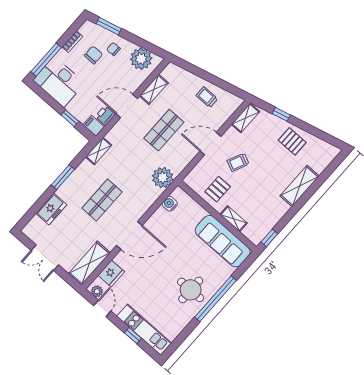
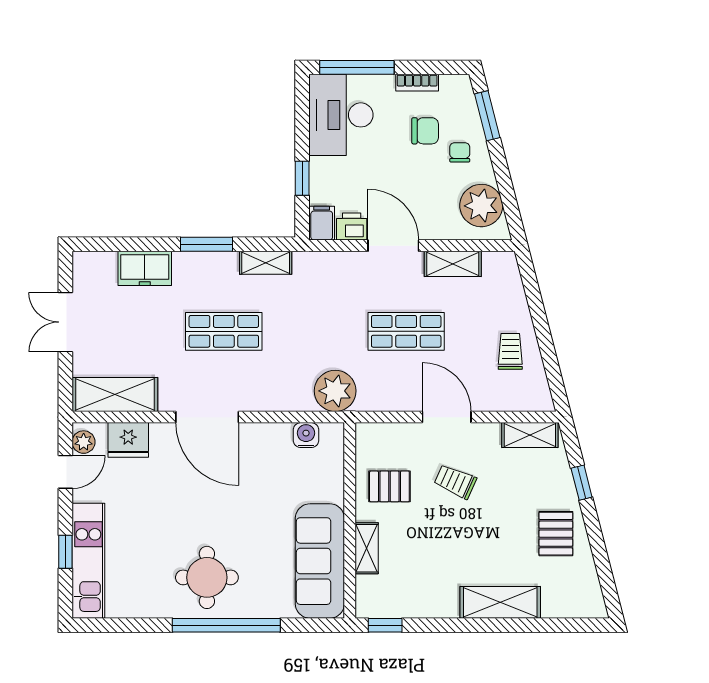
shelving: (99, 151) -> (266, 263), moved

